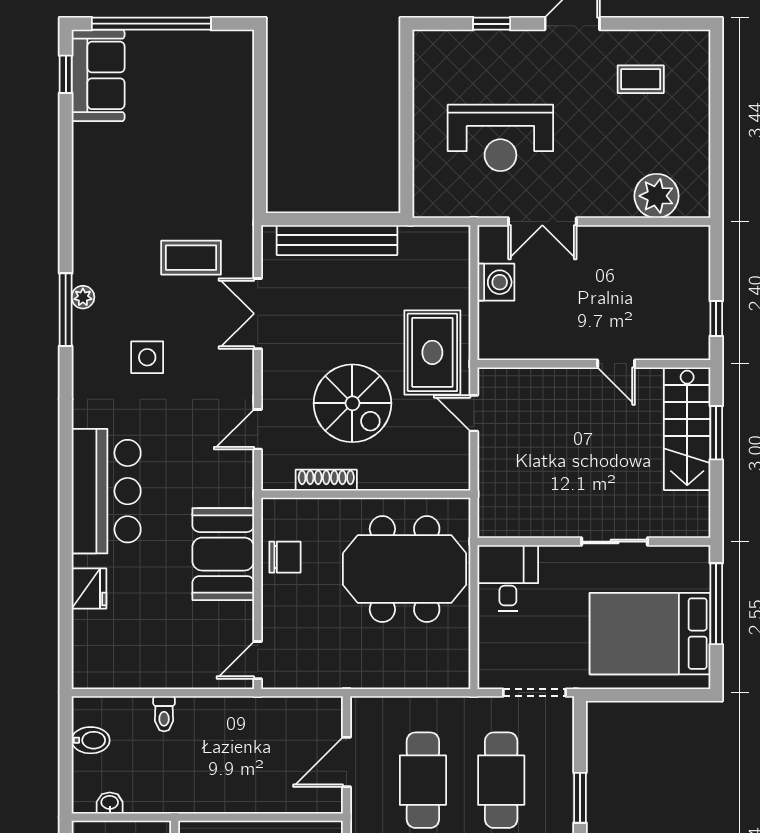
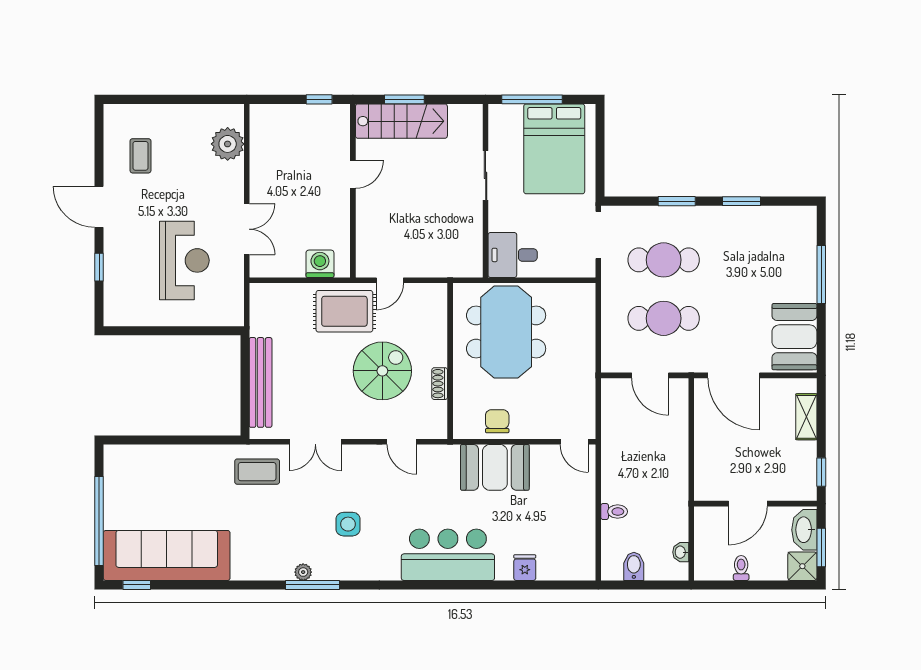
sofa: (98, 75) -> (167, 555), width x1.85, depth x1.27
coffee table: (191, 258) -> (257, 472), moved, turned 90
washing machine: (496, 282) -> (320, 264), moved
shoe rack: (326, 480) -> (440, 384), width x0.70
fridge: (89, 588) -> (525, 568), width x0.72

